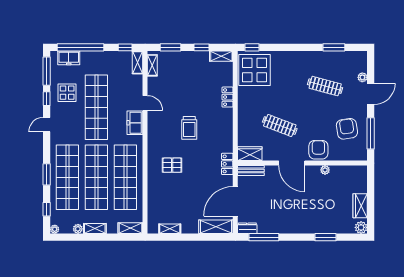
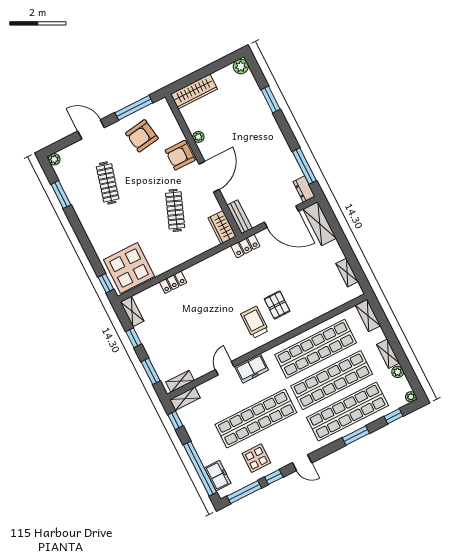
plant: (362, 77) -> (54, 159), moved
trolley: (189, 128) -> (255, 322), moved, turned -90
wardrobe: (360, 206) -> (194, 92), moved, width x1.50

